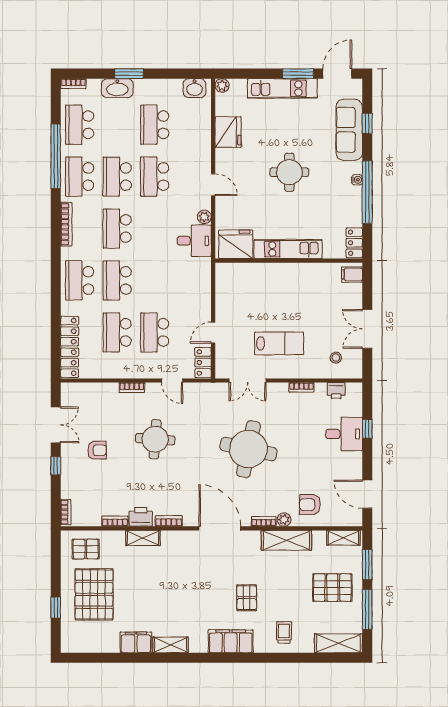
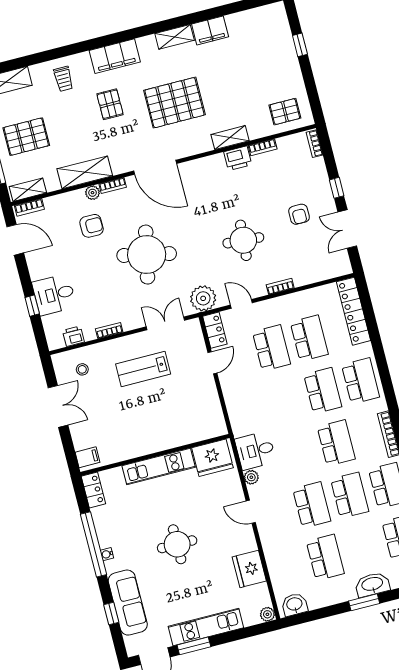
plant: (206, 395) -> (203, 298), added
armchair: (97, 450) -> (299, 214), turned -90
armchair: (310, 505) -> (92, 226), moved
bookcase: (169, 521) -> (29, 207), moved
pallet: (94, 594) -> (174, 103), moved, turned 90

